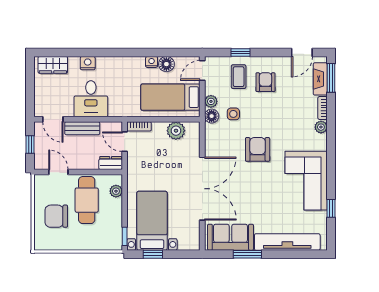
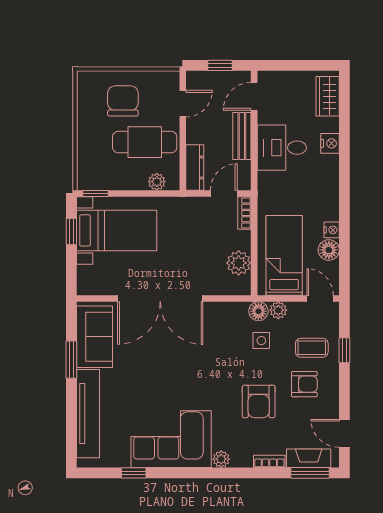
plant: (321, 127) -> (221, 459), moved
armchair: (258, 149) -> (259, 401), moved, turned 90
dresser: (111, 163) -> (195, 168), width x1.44

